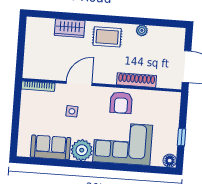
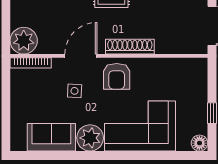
plant: (34, 68) -> (24, 41), added
shoe rack: (137, 80) -> (130, 47), moved
armchair: (121, 103) -> (117, 76), moved

